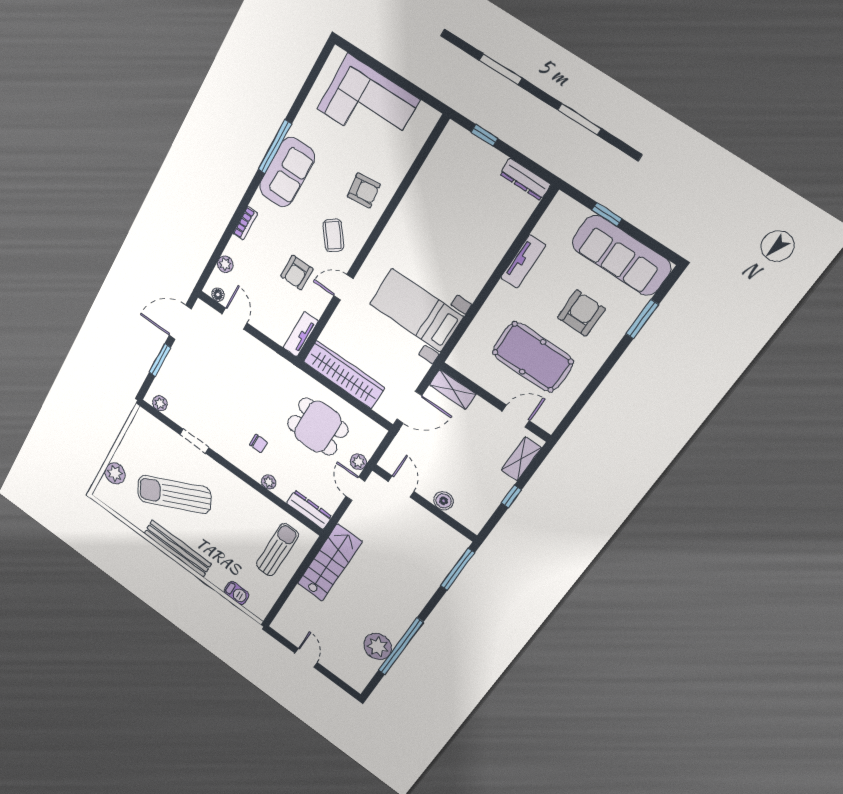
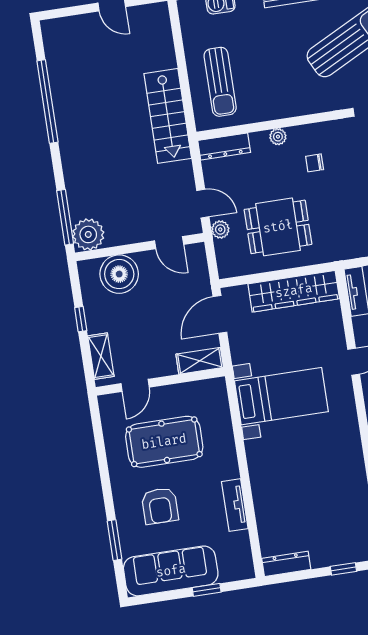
boiler: (444, 501) -> (119, 274), width x1.86, depth x1.86
plant: (378, 646) -> (88, 234), moved

